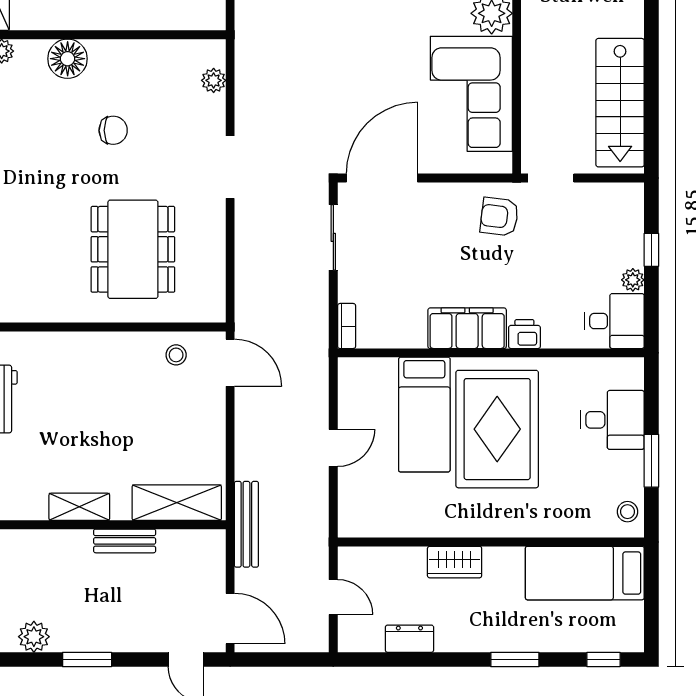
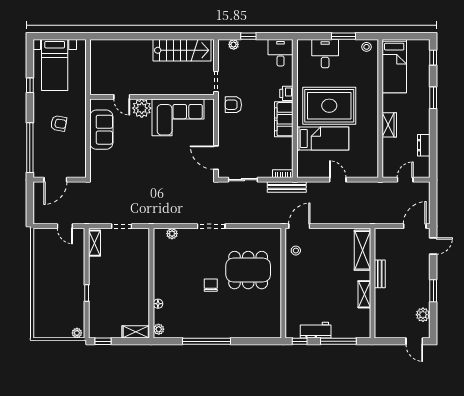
floor lamp: (68, 59) -> (158, 304), width x0.53, depth x0.53
chair: (113, 130) -> (211, 285), moved
door: (382, 178) -> (216, 158), width x0.73
armchair: (499, 217) -> (233, 105), turned 83
plant: (633, 280) -> (234, 44), moved
bench: (246, 524) -> (287, 187), moved

